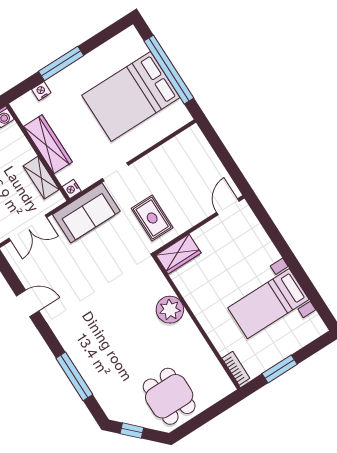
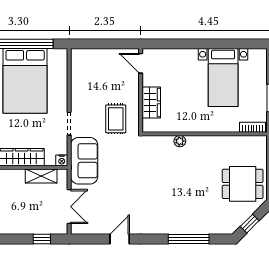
rug: (152, 218) -> (116, 119), turned 90
wardrobe: (178, 254) -> (151, 102), moved
plant: (170, 310) -> (180, 141), width x0.53, depth x0.53

